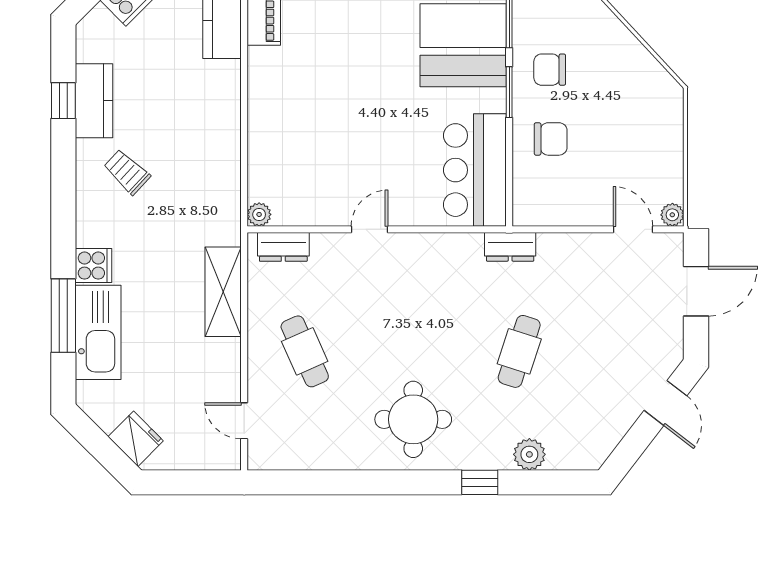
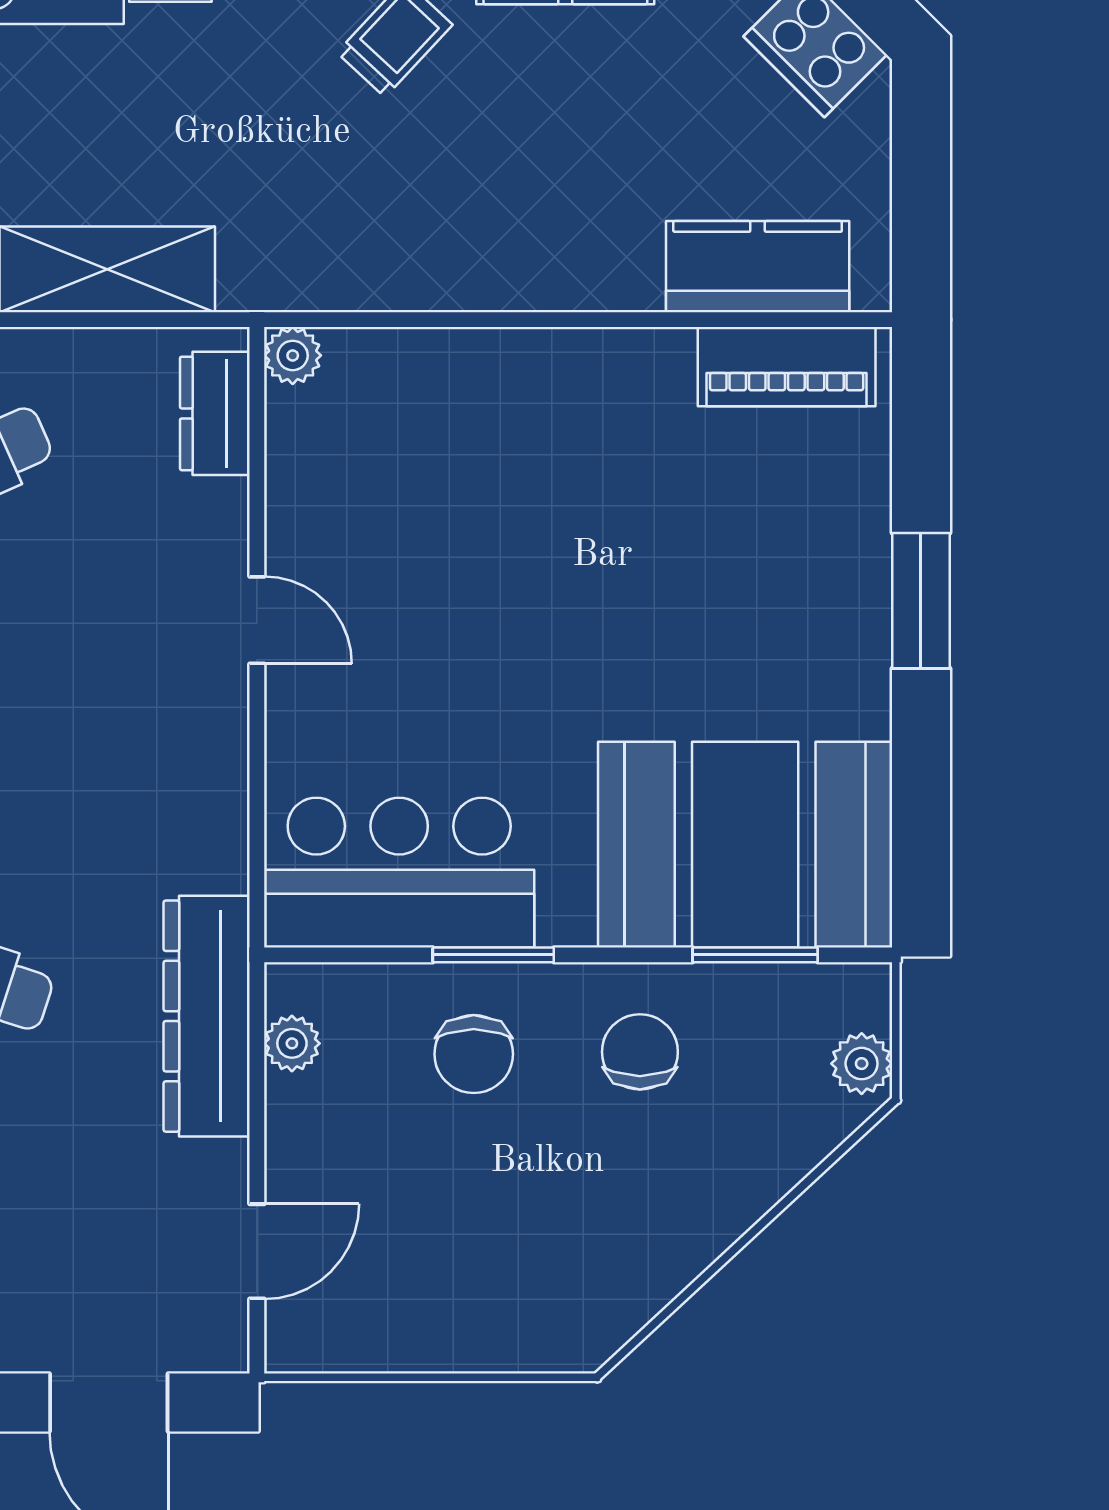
window: (509, 92) -> (493, 955), moved
plant: (672, 215) -> (292, 1043), moved
dresser: (510, 247) -> (207, 1016), width x1.96, depth x1.24

